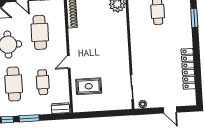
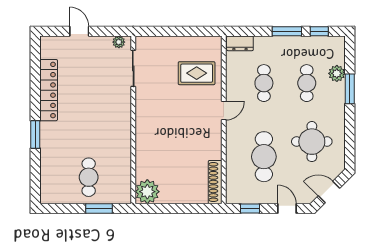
window: (194, 18) -> (35, 134), moved
cafe table: (14, 84) -> (307, 83), width x0.73, depth x0.74

